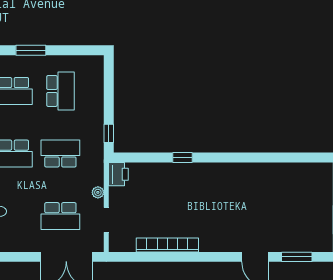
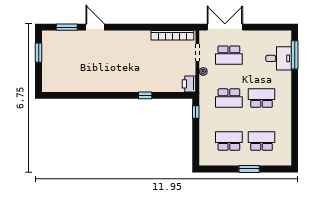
school desk: (60, 91) -> (229, 141), turned 90
school desk: (60, 216) -> (229, 55), turned 180
bookcase: (167, 245) -> (172, 35), moved

